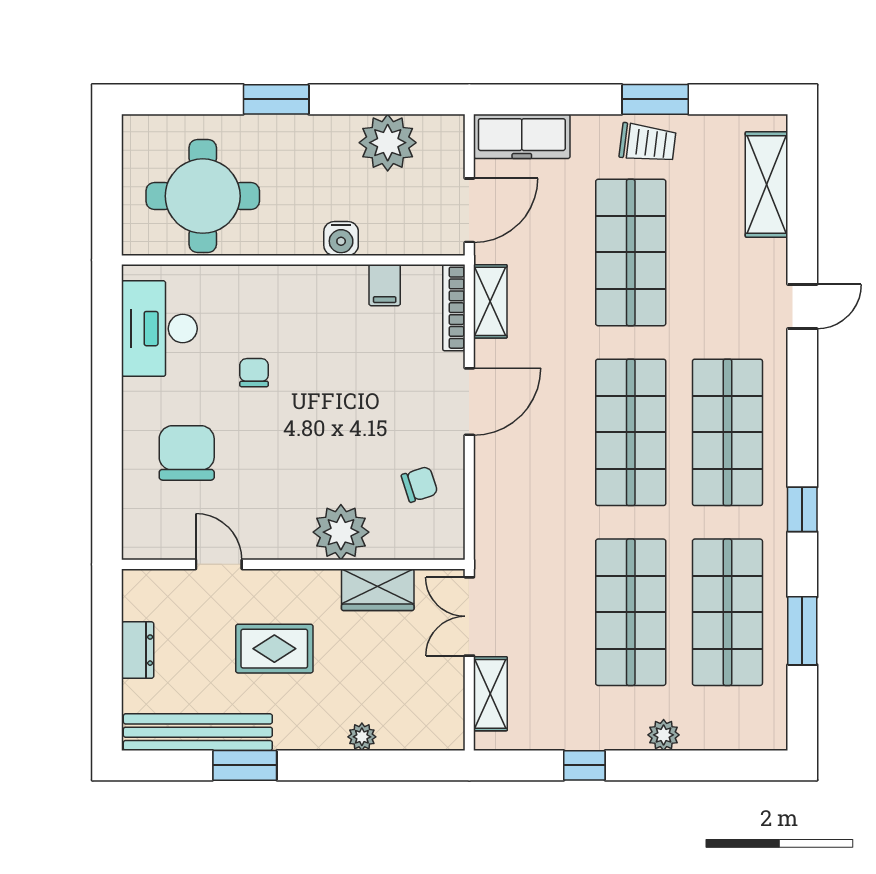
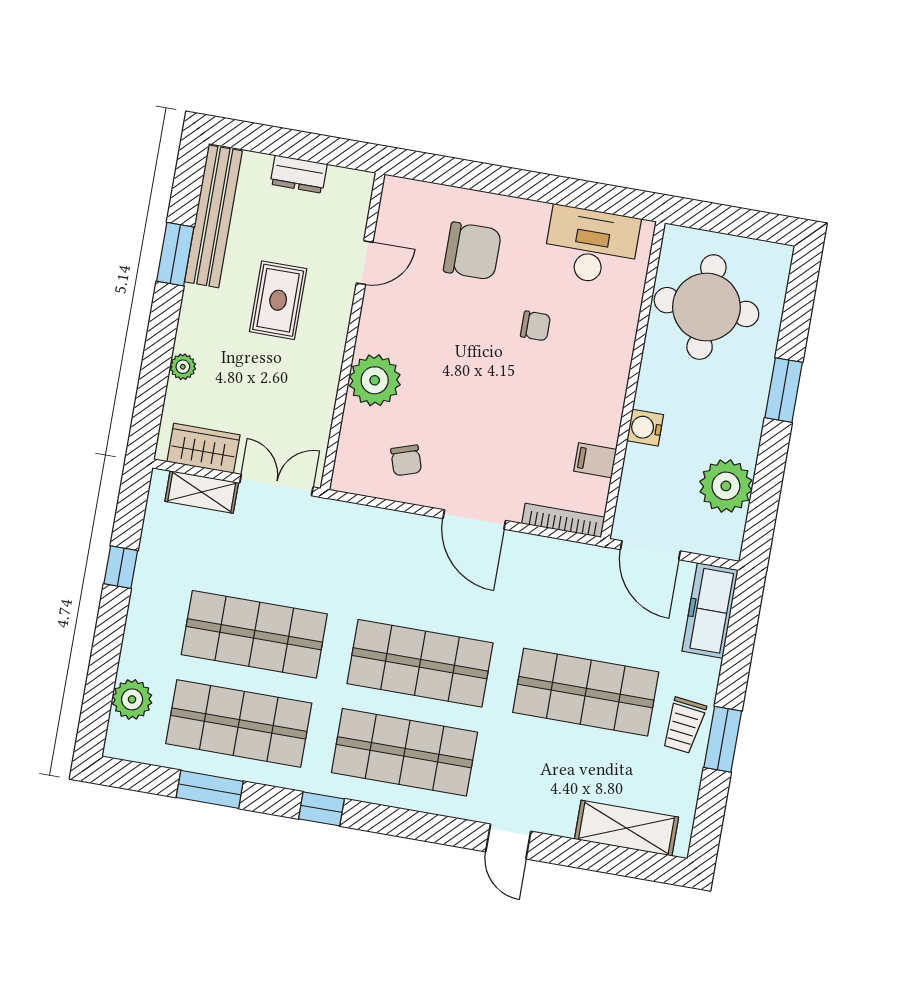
shelving: (490, 301) -> (563, 555), removed
wardrobe: (378, 590) -> (203, 448), moved, turned 90
plant: (664, 735) -> (132, 699), moved, width x1.38, depth x1.38

